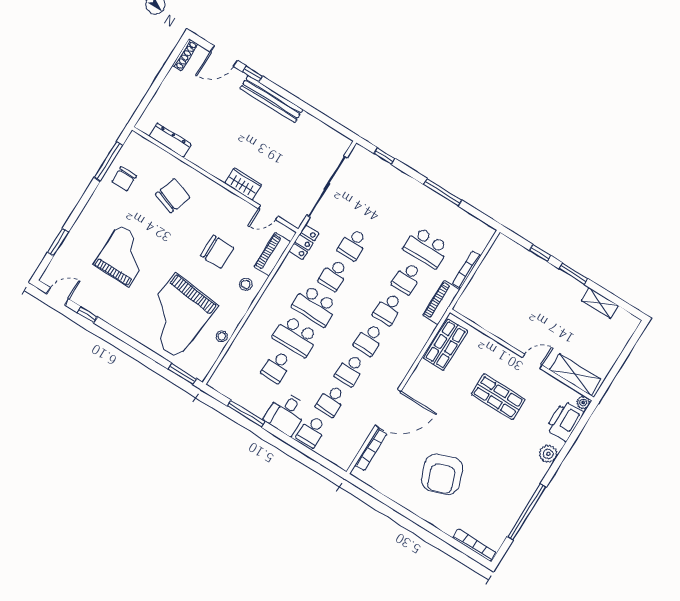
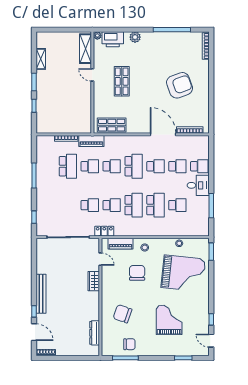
grand piano: (124, 256) -> (169, 320), turned 90
school desk: (369, 340) -> (134, 166), width x1.85

